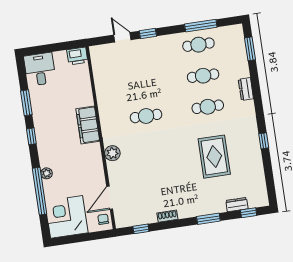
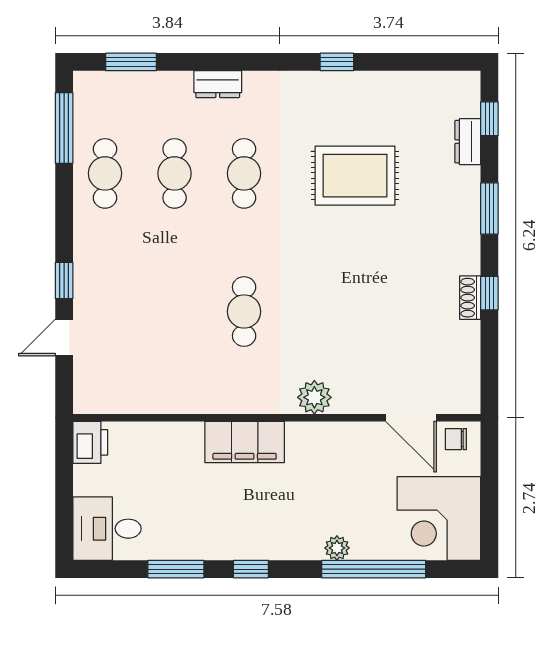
window: (201, 26) -> (64, 128), moved
window: (141, 229) -> (489, 293), moved

